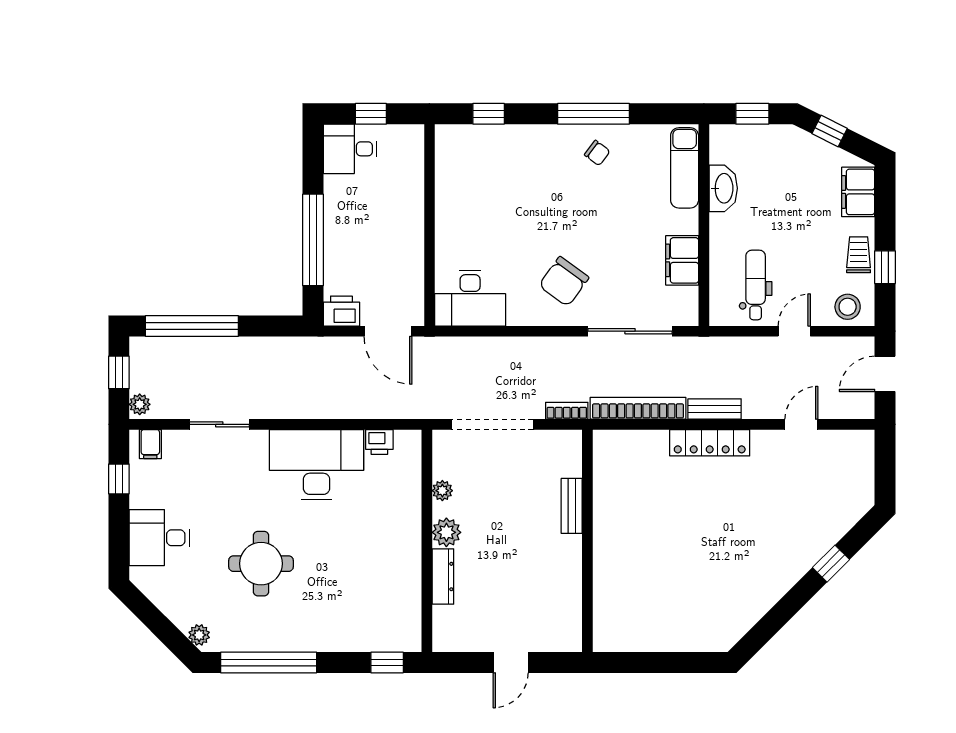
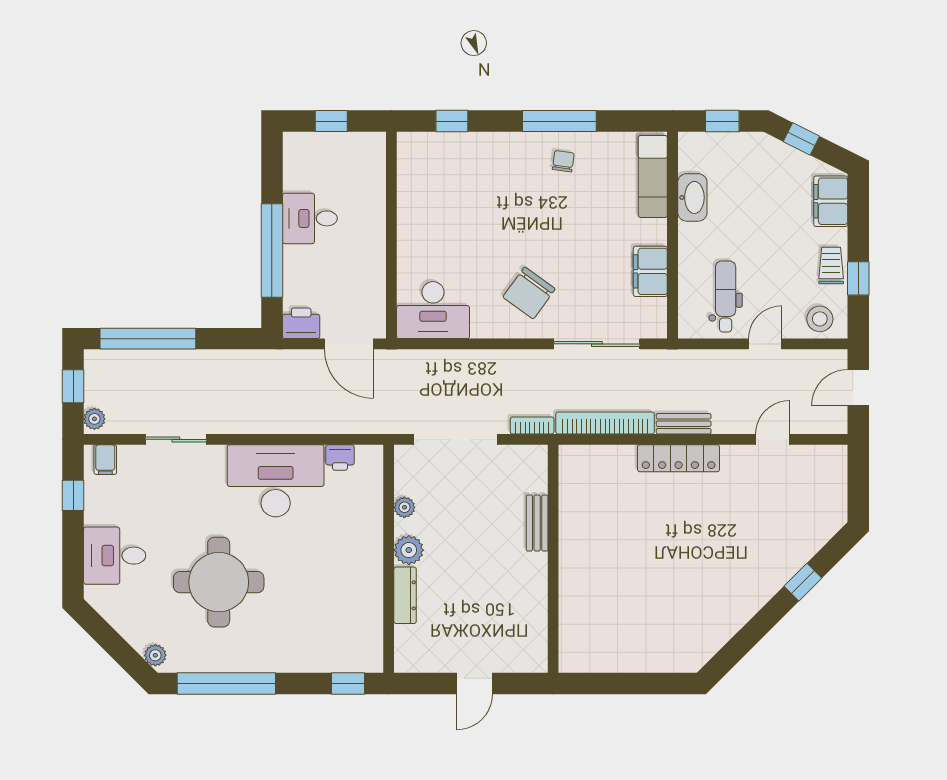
desk: (350, 149) -> (310, 218), moved
chair: (597, 153) -> (563, 161), turned -119
round table: (261, 564) -> (219, 582), width x1.36, depth x1.36

